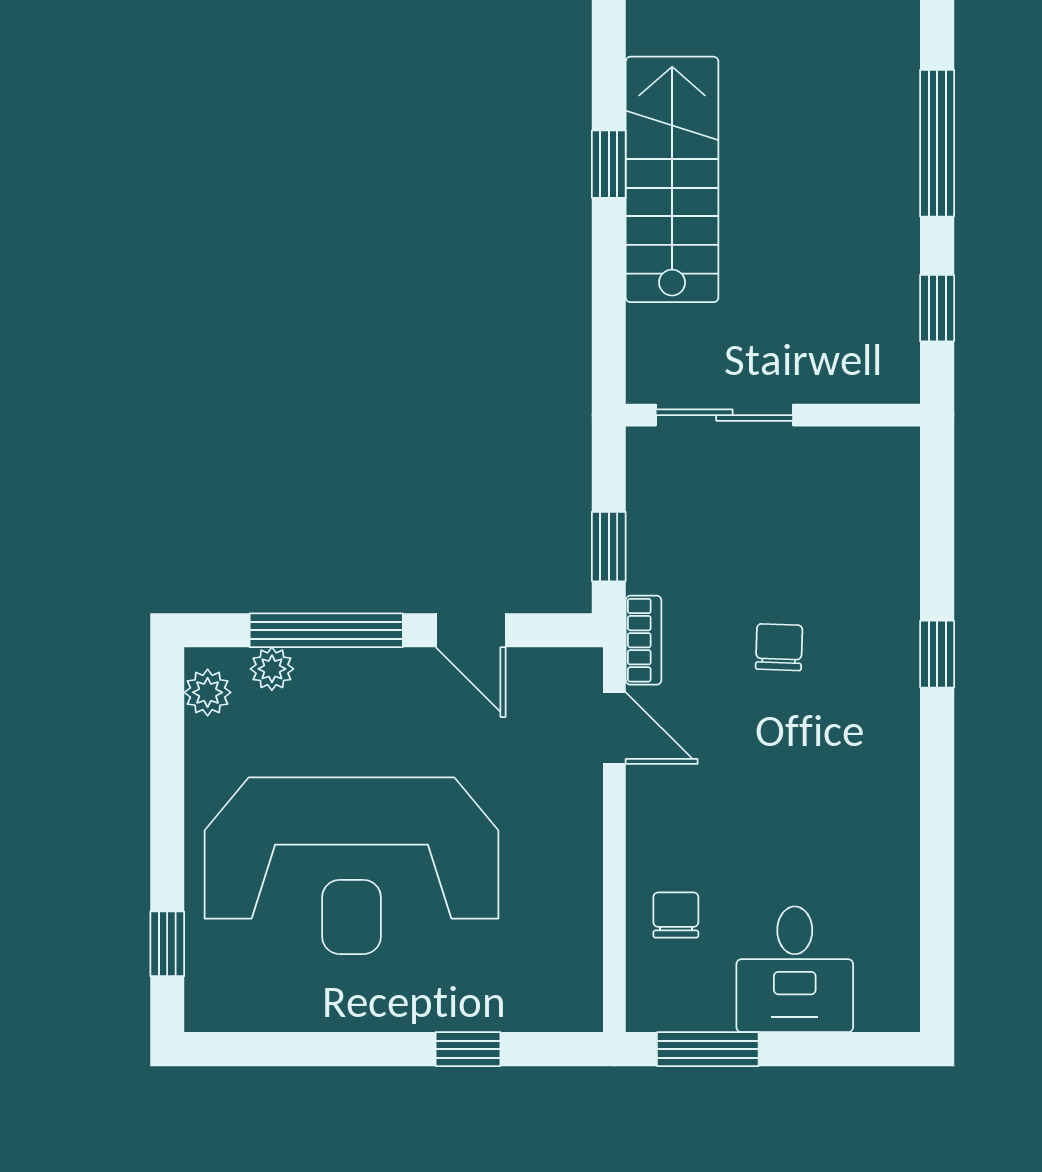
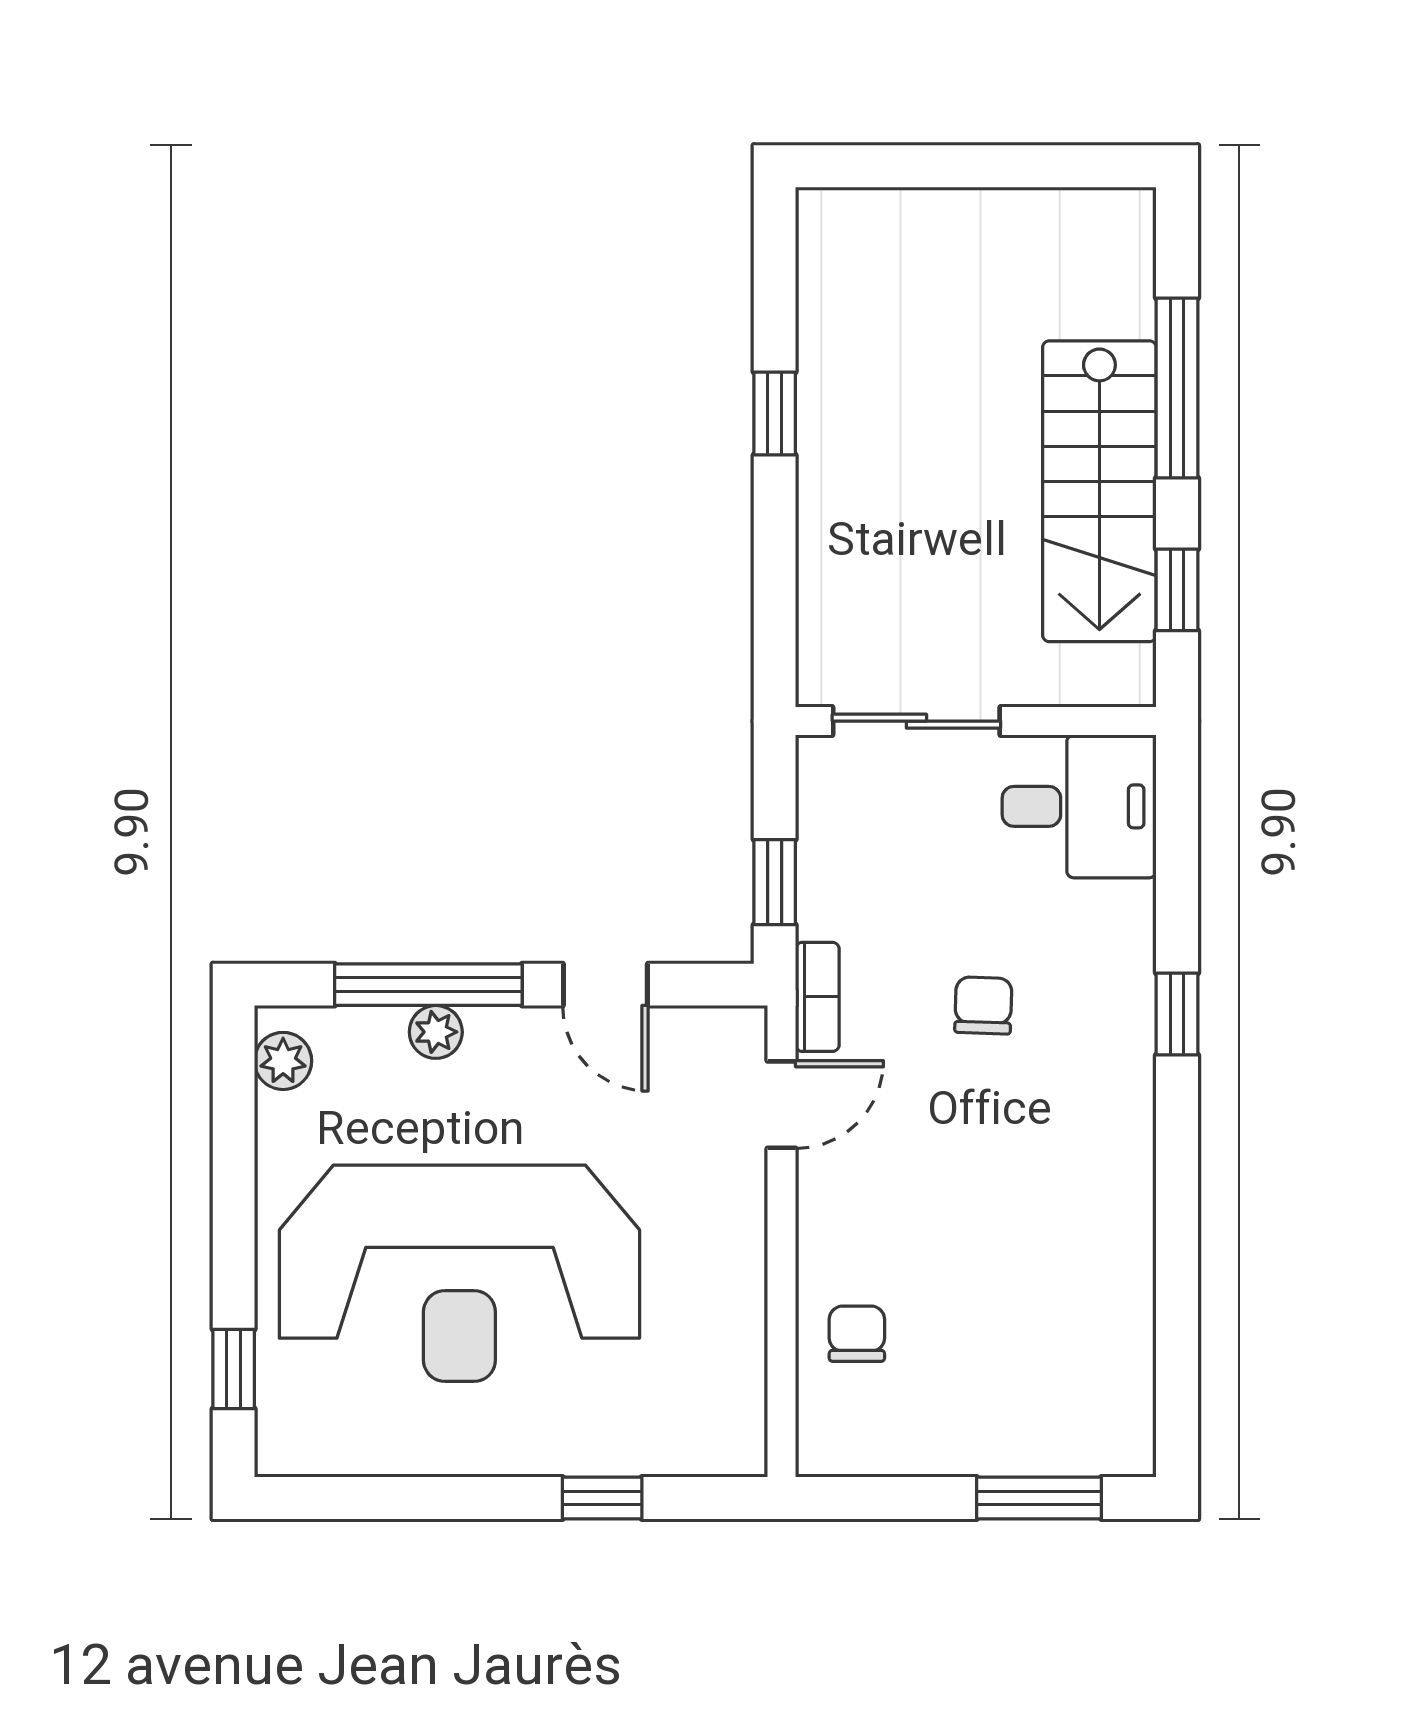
stairs: (672, 179) -> (1099, 491), moved, turned 180
plant: (272, 669) -> (436, 1032), moved
door: (614, 728) -> (782, 1105), hinge flipped
desk: (795, 969) -> (1079, 806), moved, turned -90
window: (708, 1049) -> (1039, 1498), moved

